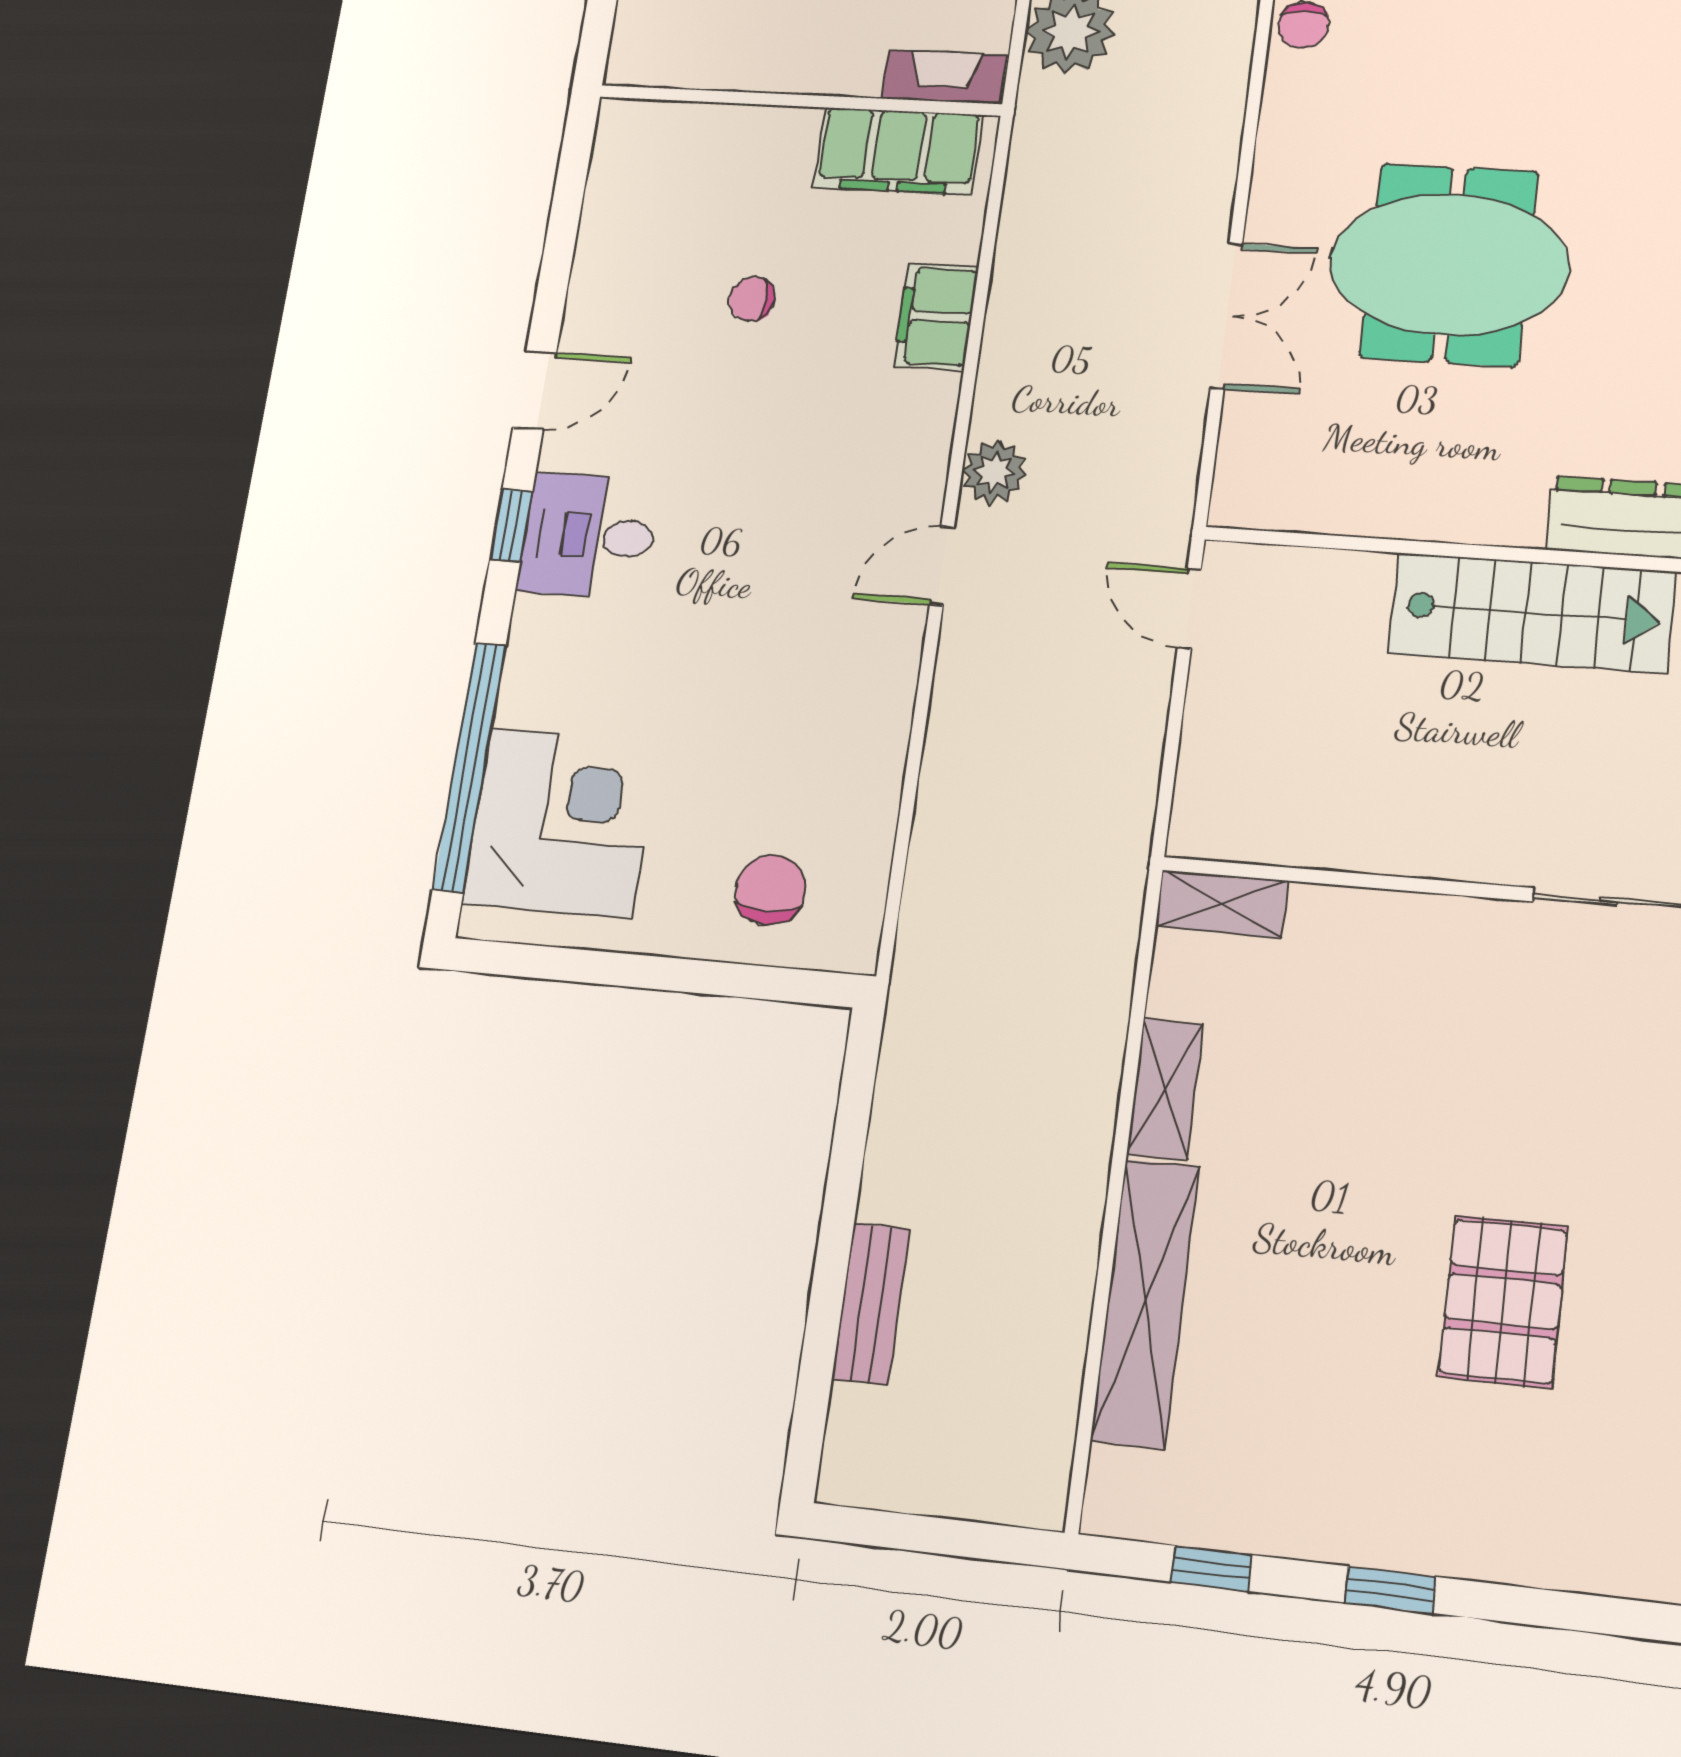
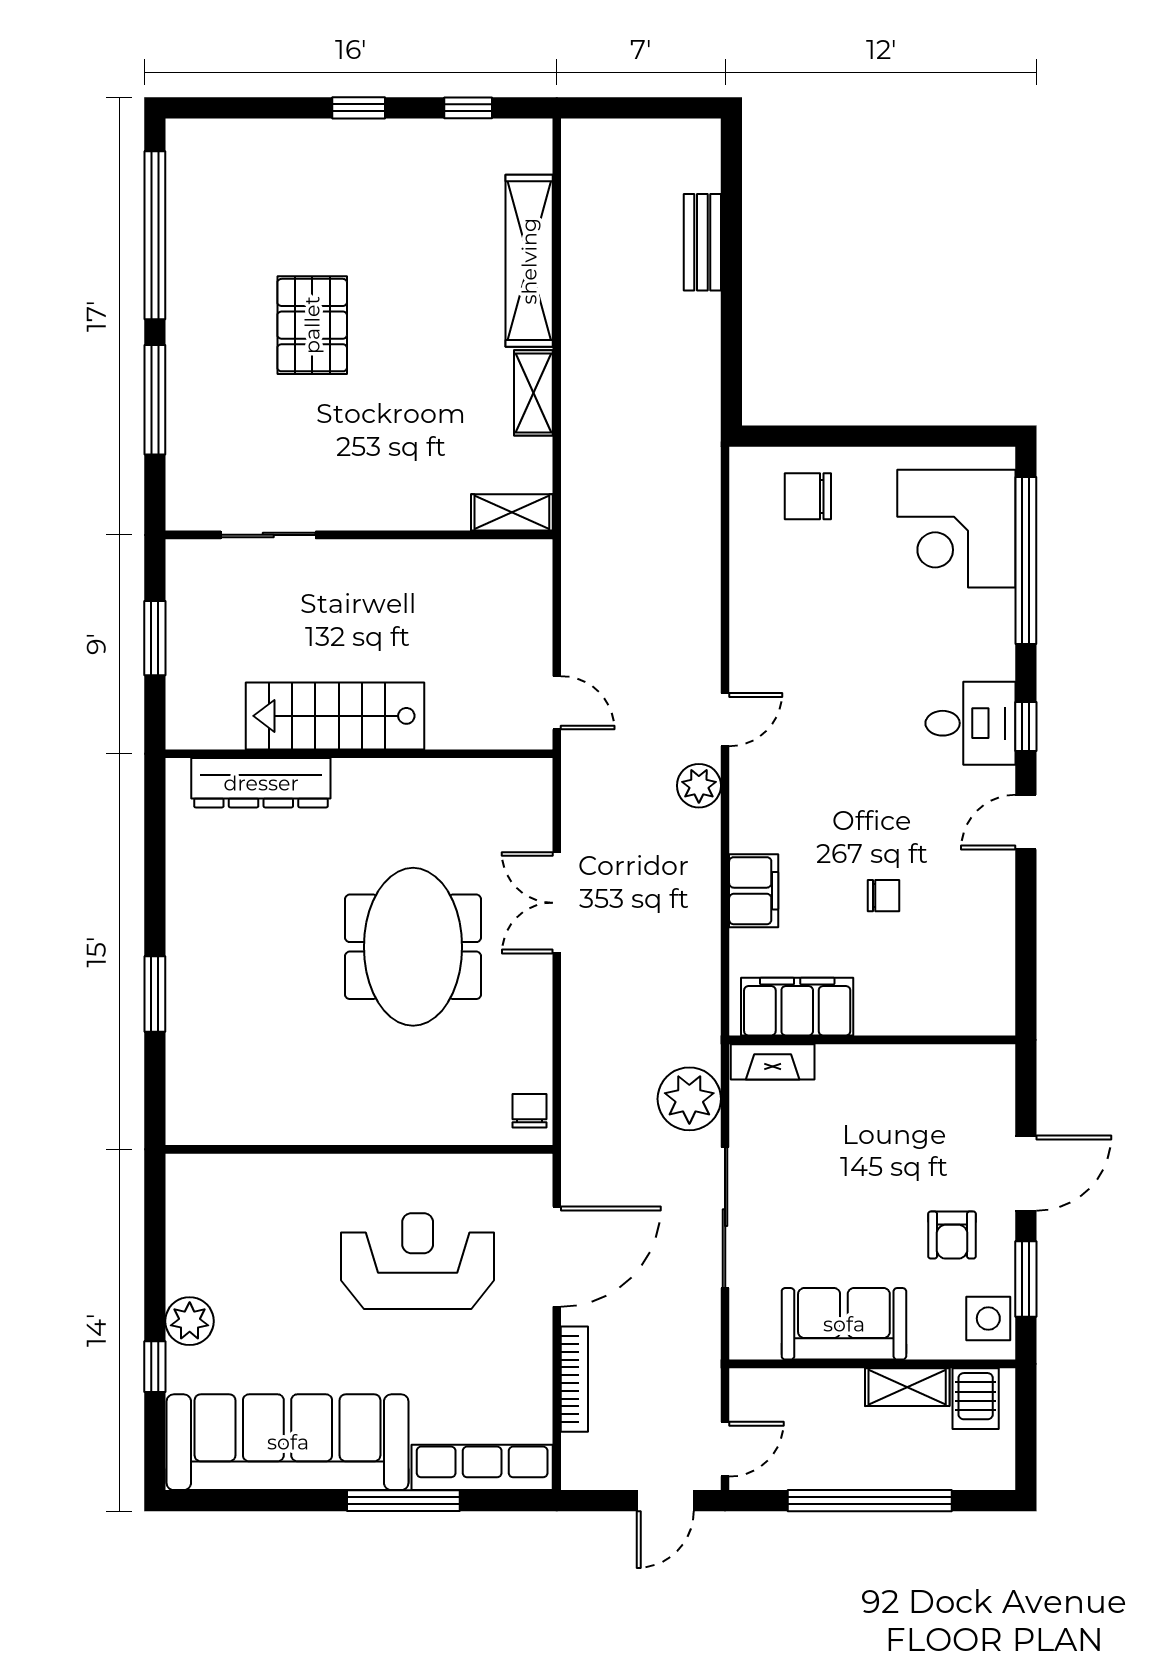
meeting table: (1449, 265) -> (413, 947), turned 90
chair: (770, 890) -> (808, 496), turned 90
pallet: (1503, 1301) -> (312, 325), moved

